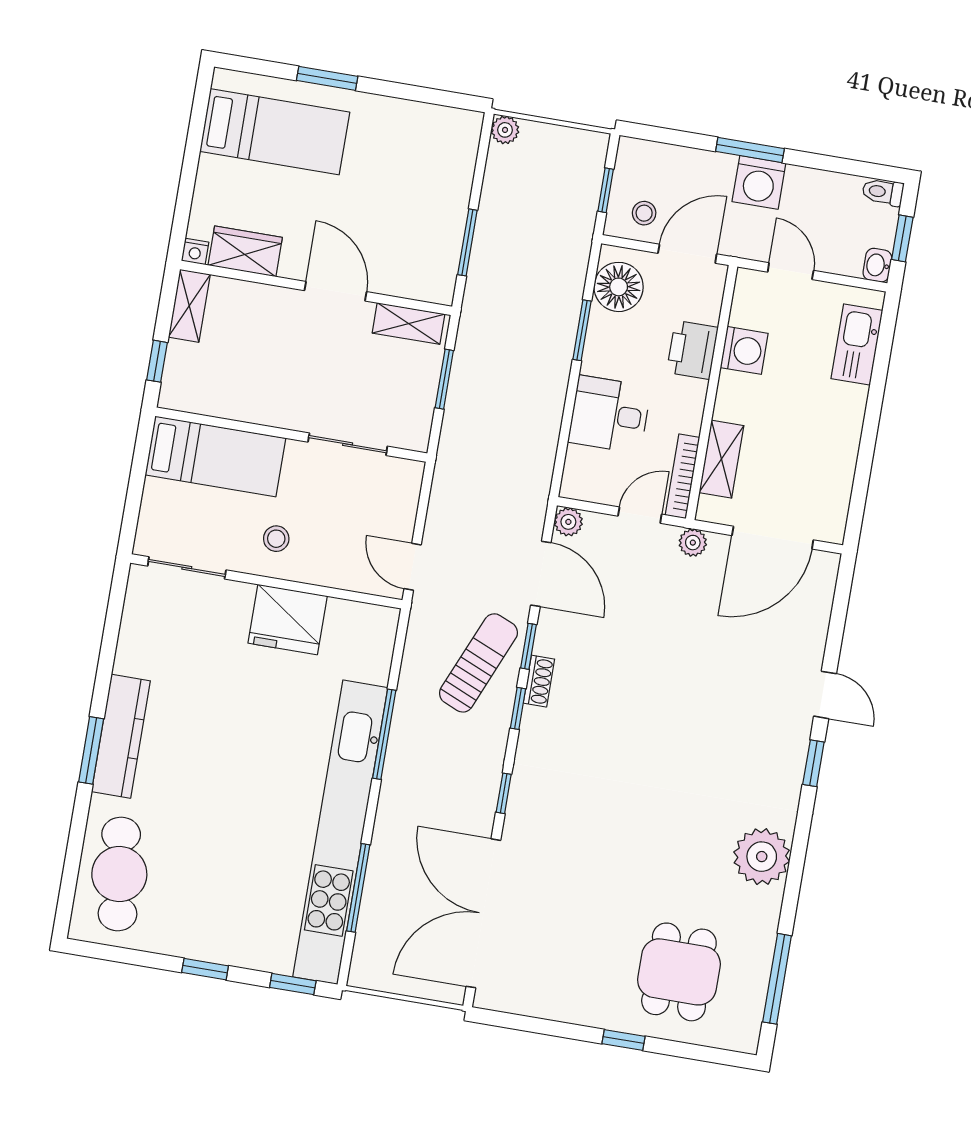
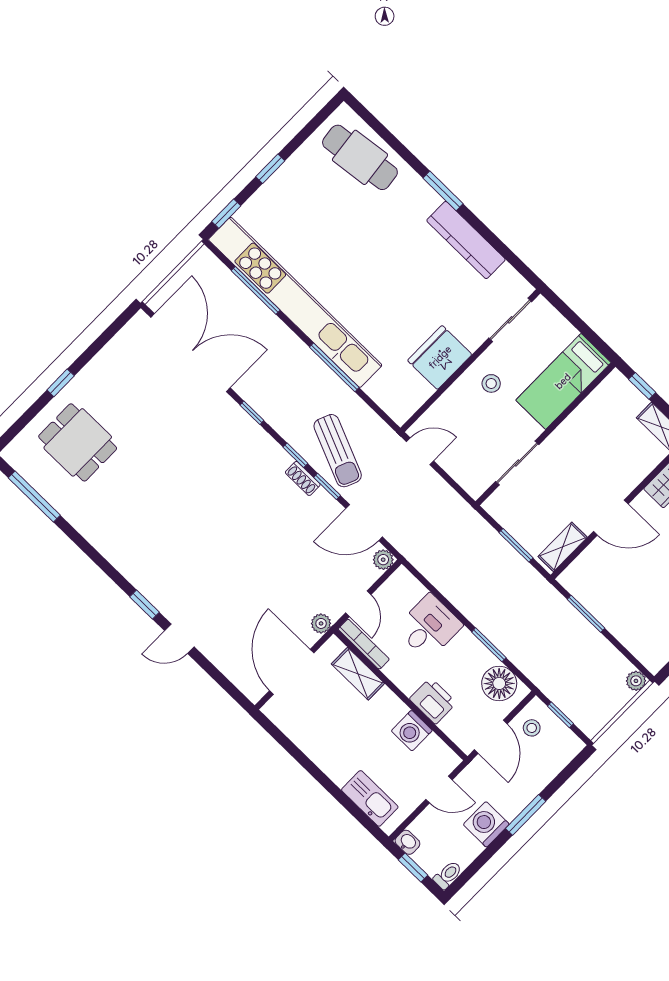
washing machine: (759, 182) -> (486, 824), moved
kitchen counter: (121, 736) -> (466, 240), moved
plant: (762, 857) -> (111, 537), removed

